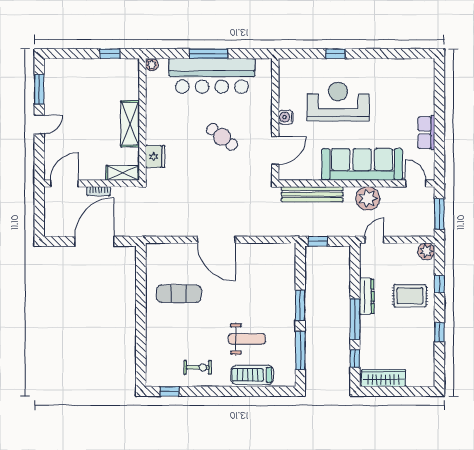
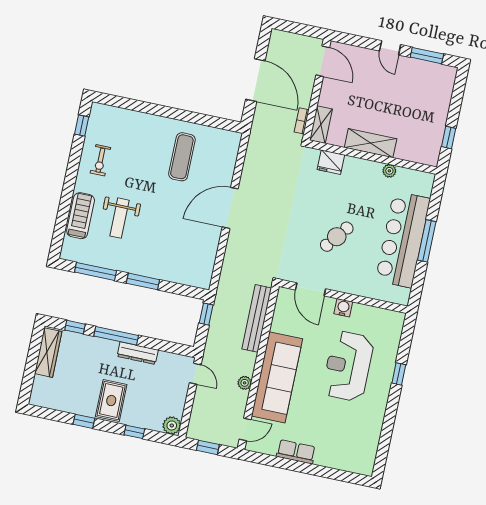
plant: (152, 65) -> (389, 171), moved
reception desk: (338, 102) -> (348, 366), turned 180
bookcase: (99, 191) -> (302, 121), moved
plant: (368, 198) -> (245, 383), width x0.53, depth x0.53
window: (439, 214) -> (208, 447), width x0.67
rug: (410, 296) -> (111, 401), moved

